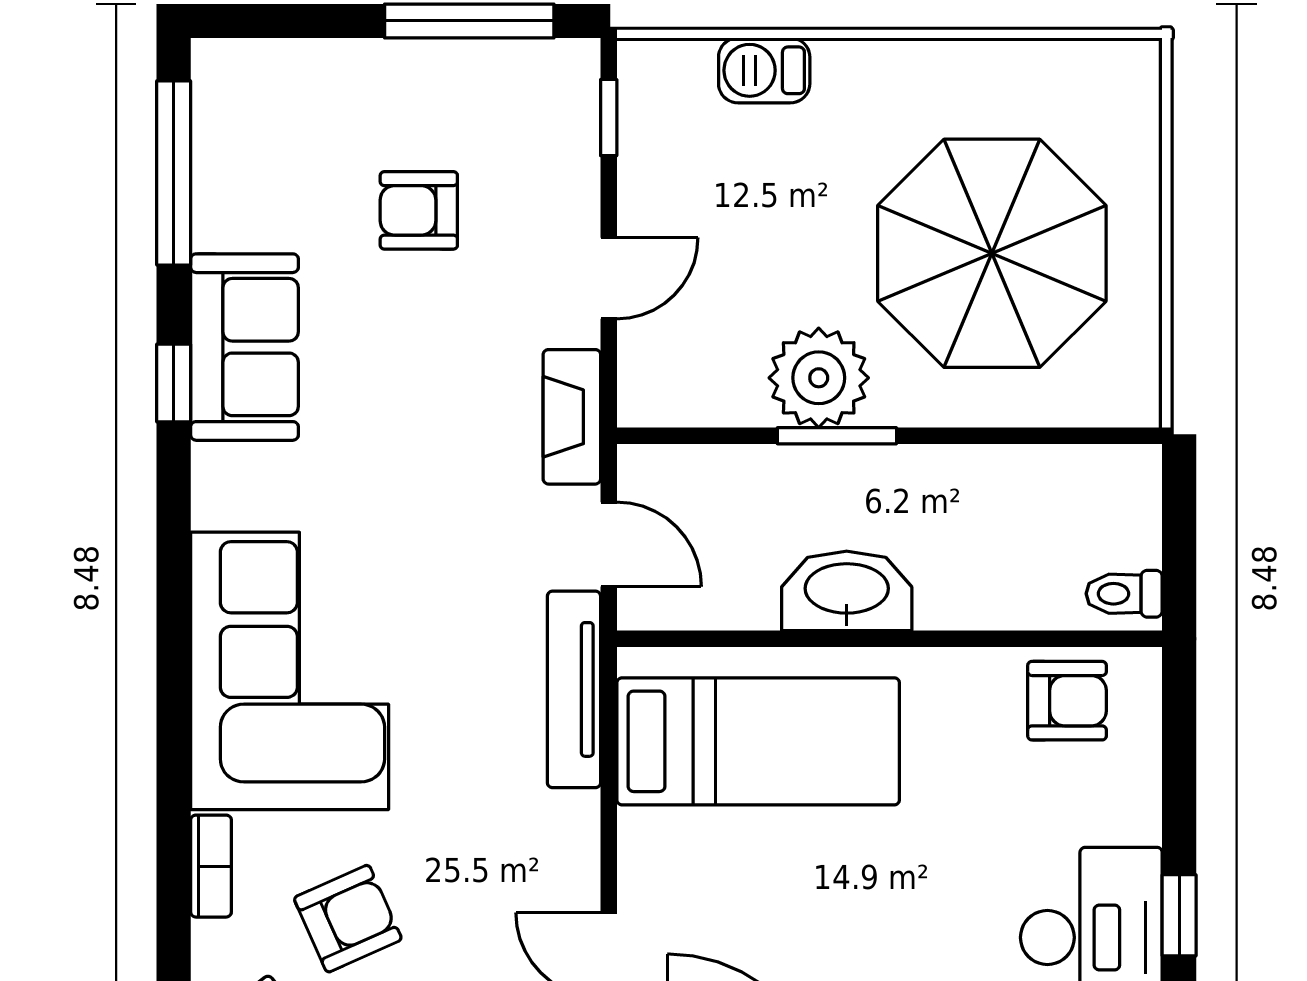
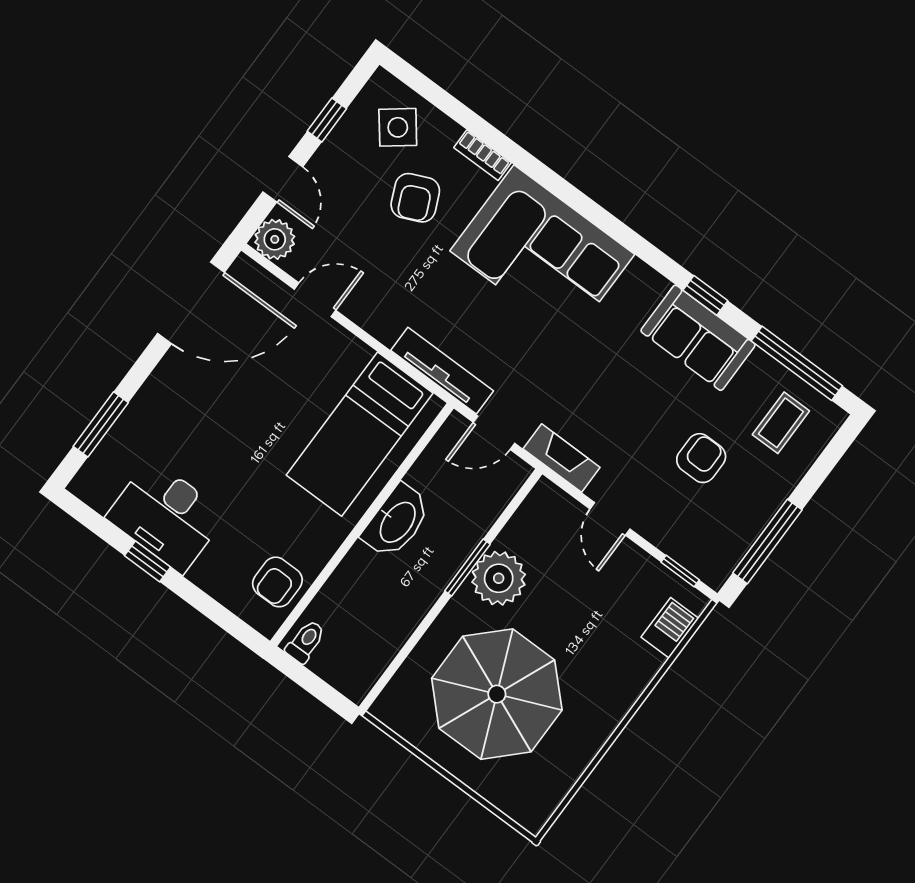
barbecue: (764, 70) -> (670, 628), moved
coffee table: (279, 131) -> (781, 423), added

